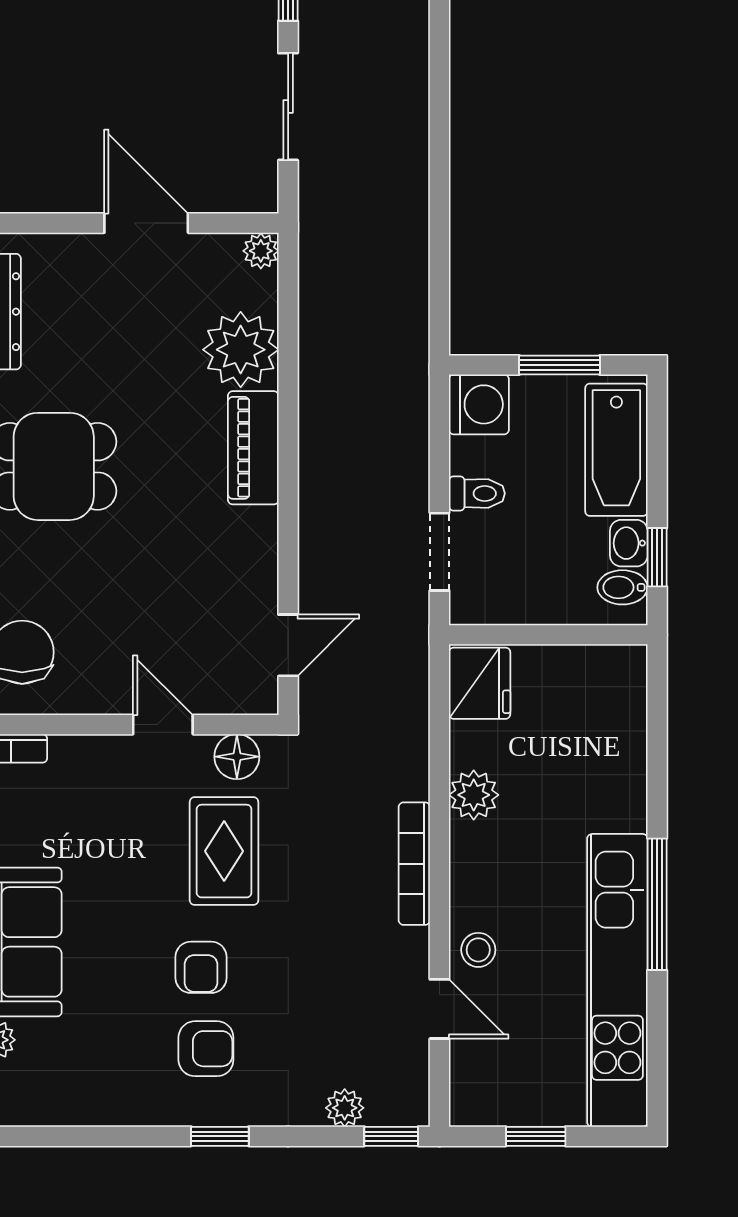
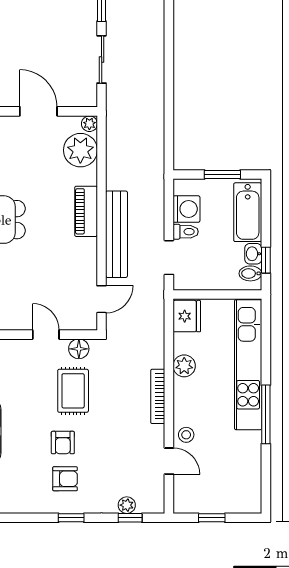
plant: (241, 350) -> (80, 150), moved
washing machine: (479, 404) -> (186, 209), moved
bench: (322, 499) -> (117, 234), added
kitchen unit: (617, 980) -> (248, 365), moved
window: (391, 1136) -> (130, 518), moved

